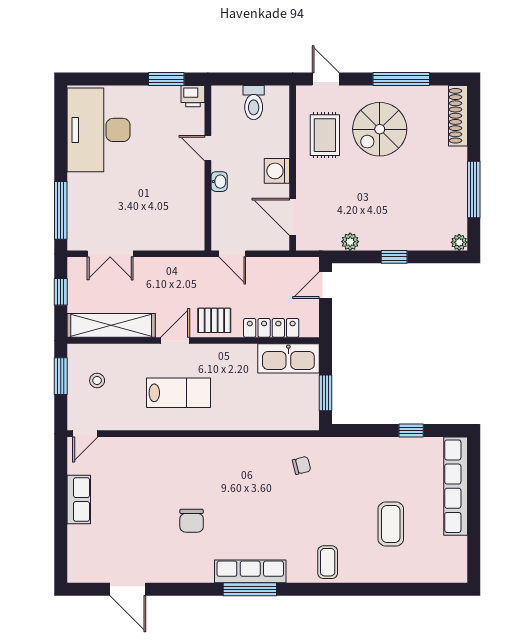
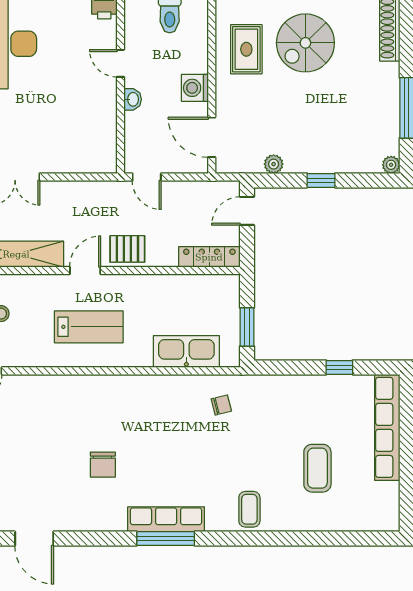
locker: (271, 328) -> (209, 257), moved
kitchen sink: (288, 358) -> (186, 352), moved, turned 180

